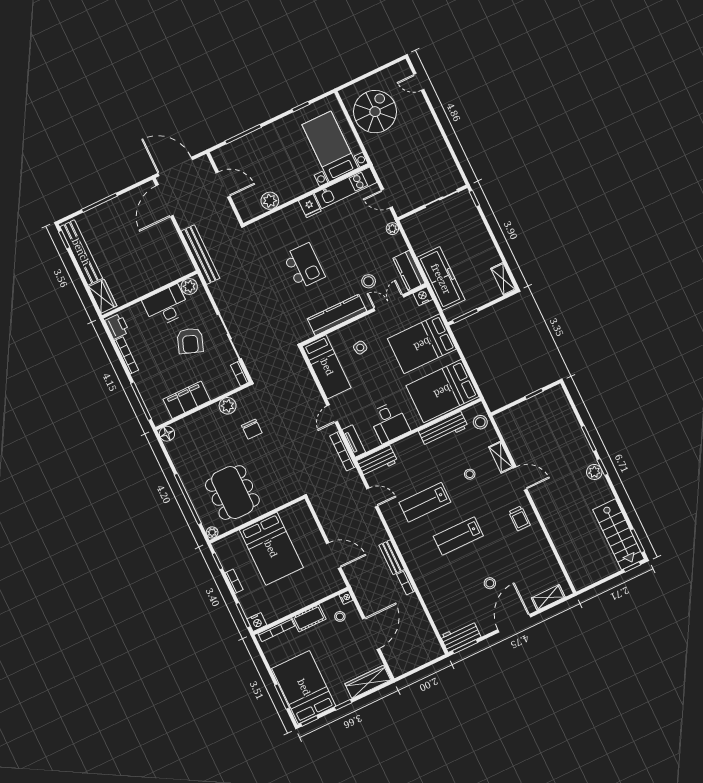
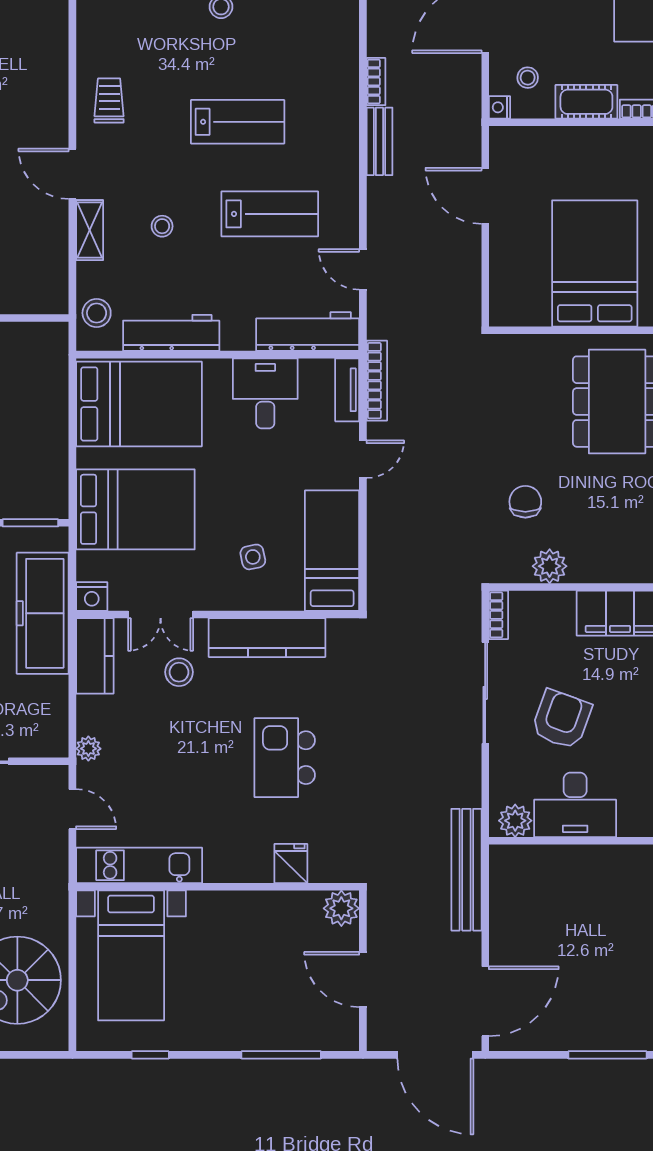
plant: (270, 201) -> (341, 908), moved
fridge: (310, 206) -> (291, 863), moved
workbench: (377, 461) -> (308, 332), width x1.38

